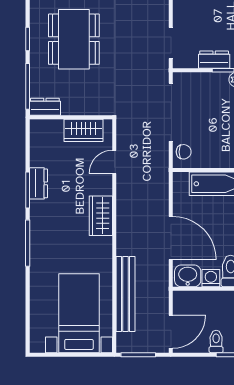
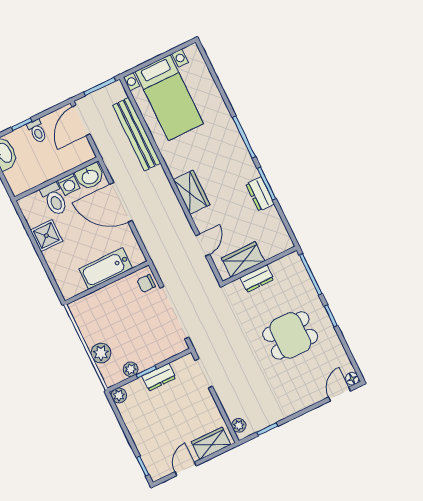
dining table: (74, 39) -> (290, 335), width x0.73
dresser: (45, 107) -> (257, 278), moved

